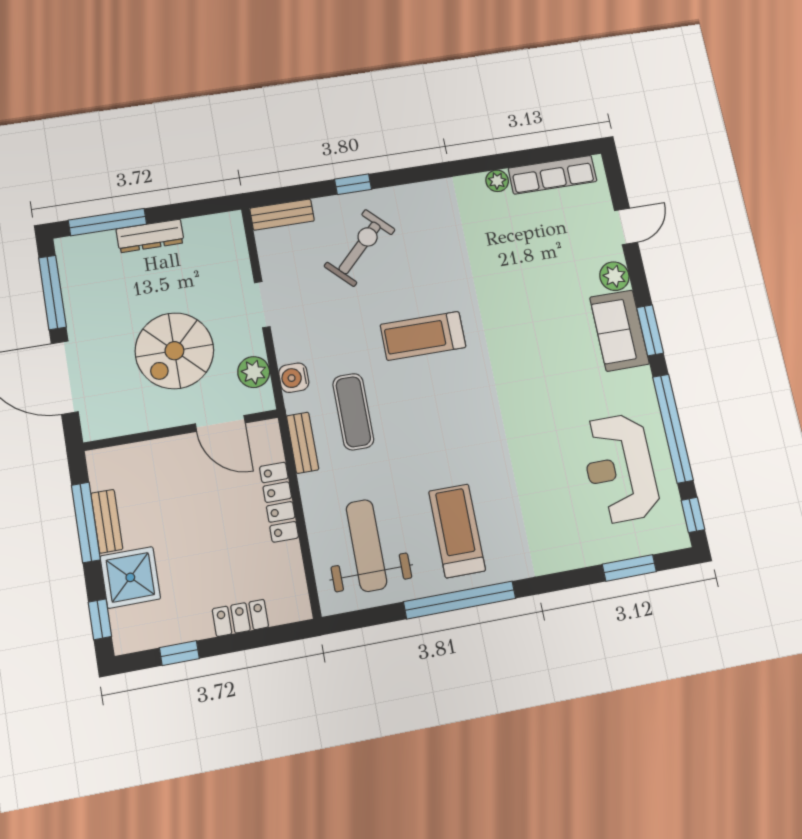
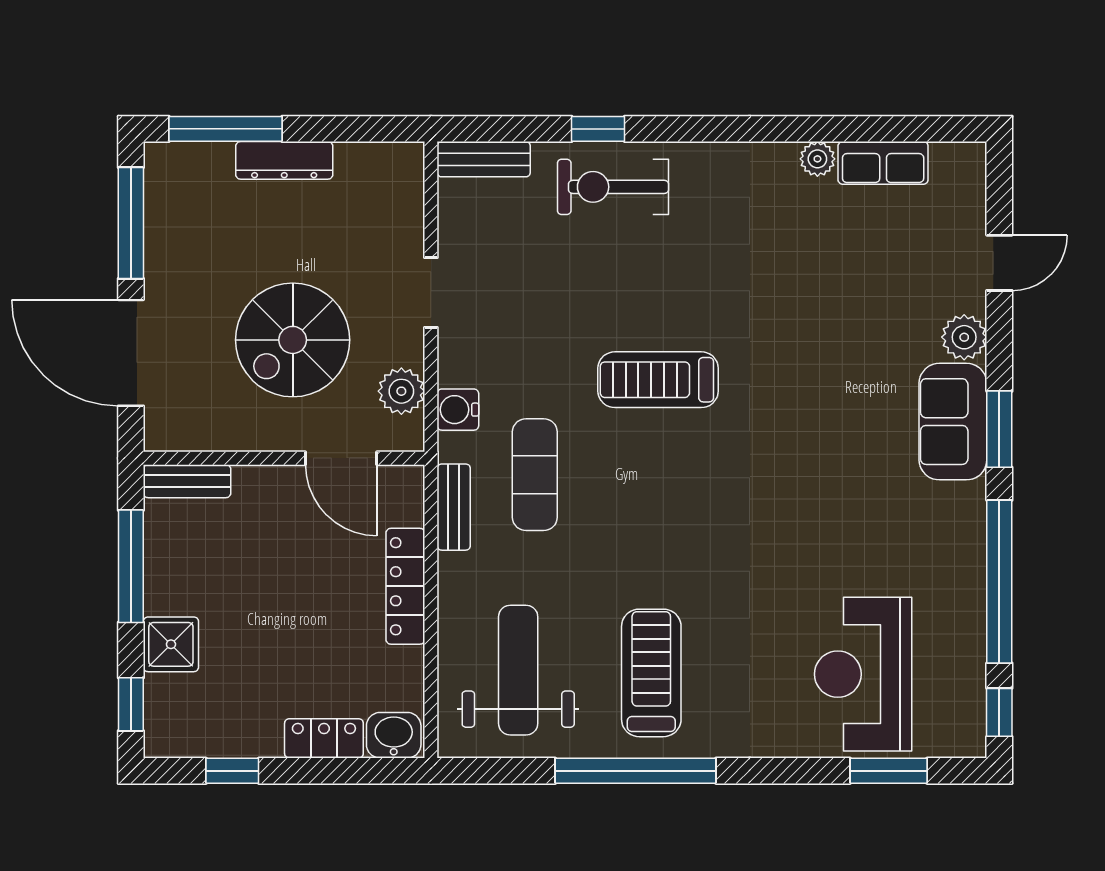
row of seats: (553, 175) -> (883, 163), width x0.68
exercise bike: (360, 248) -> (613, 187), moved, turned -135
reception desk: (620, 468) -> (863, 674), moved
bench: (107, 521) -> (187, 481), moved, turned 90
shower: (130, 577) -> (171, 644), width x0.73, depth x0.73
washbasin: (289, 607) -> (394, 735), added

